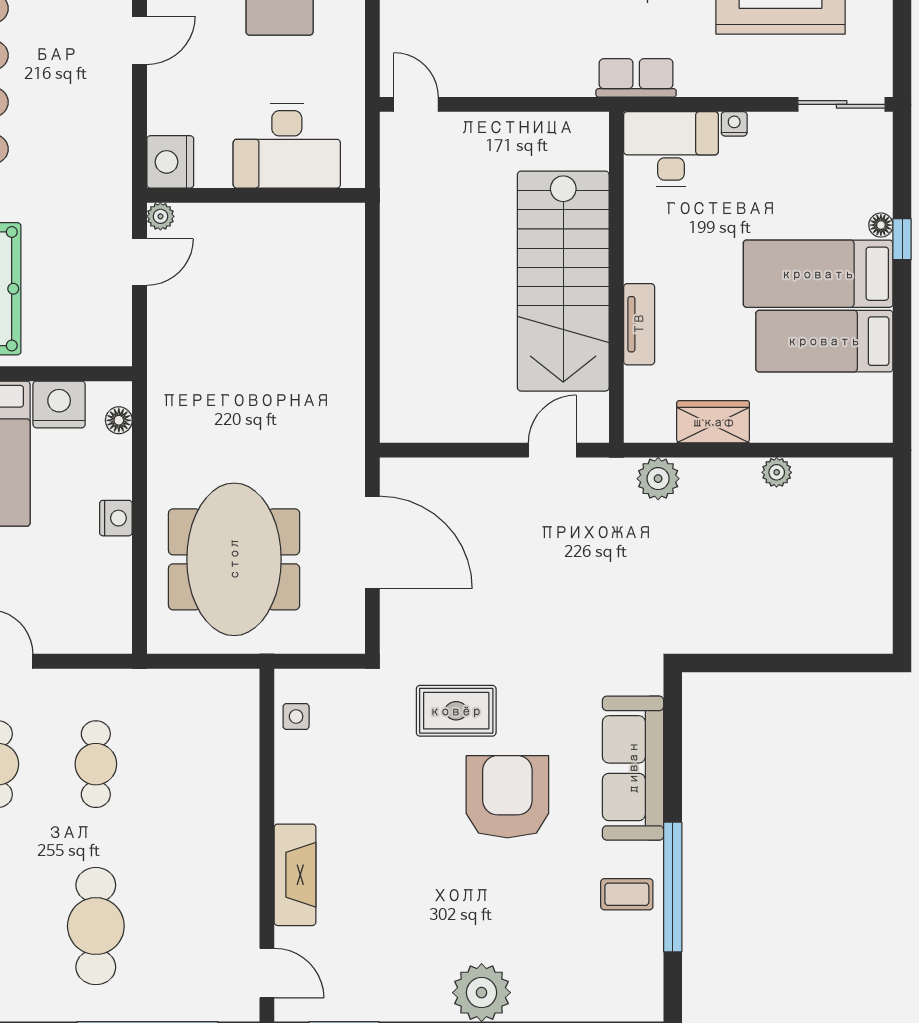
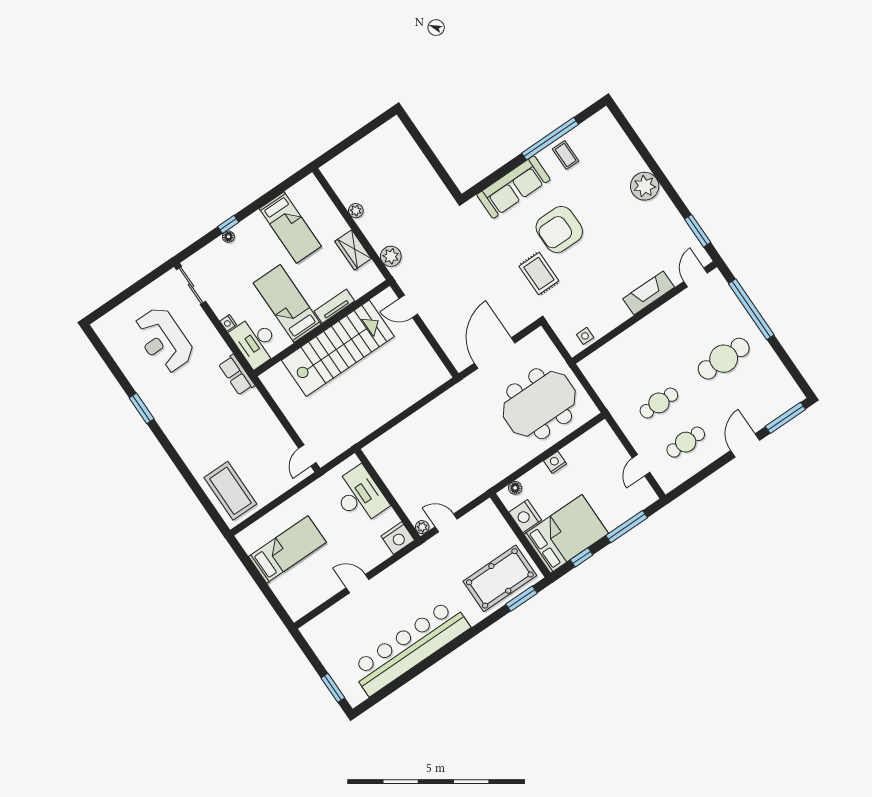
bed: (818, 274) -> (287, 304), moved, turned 180

